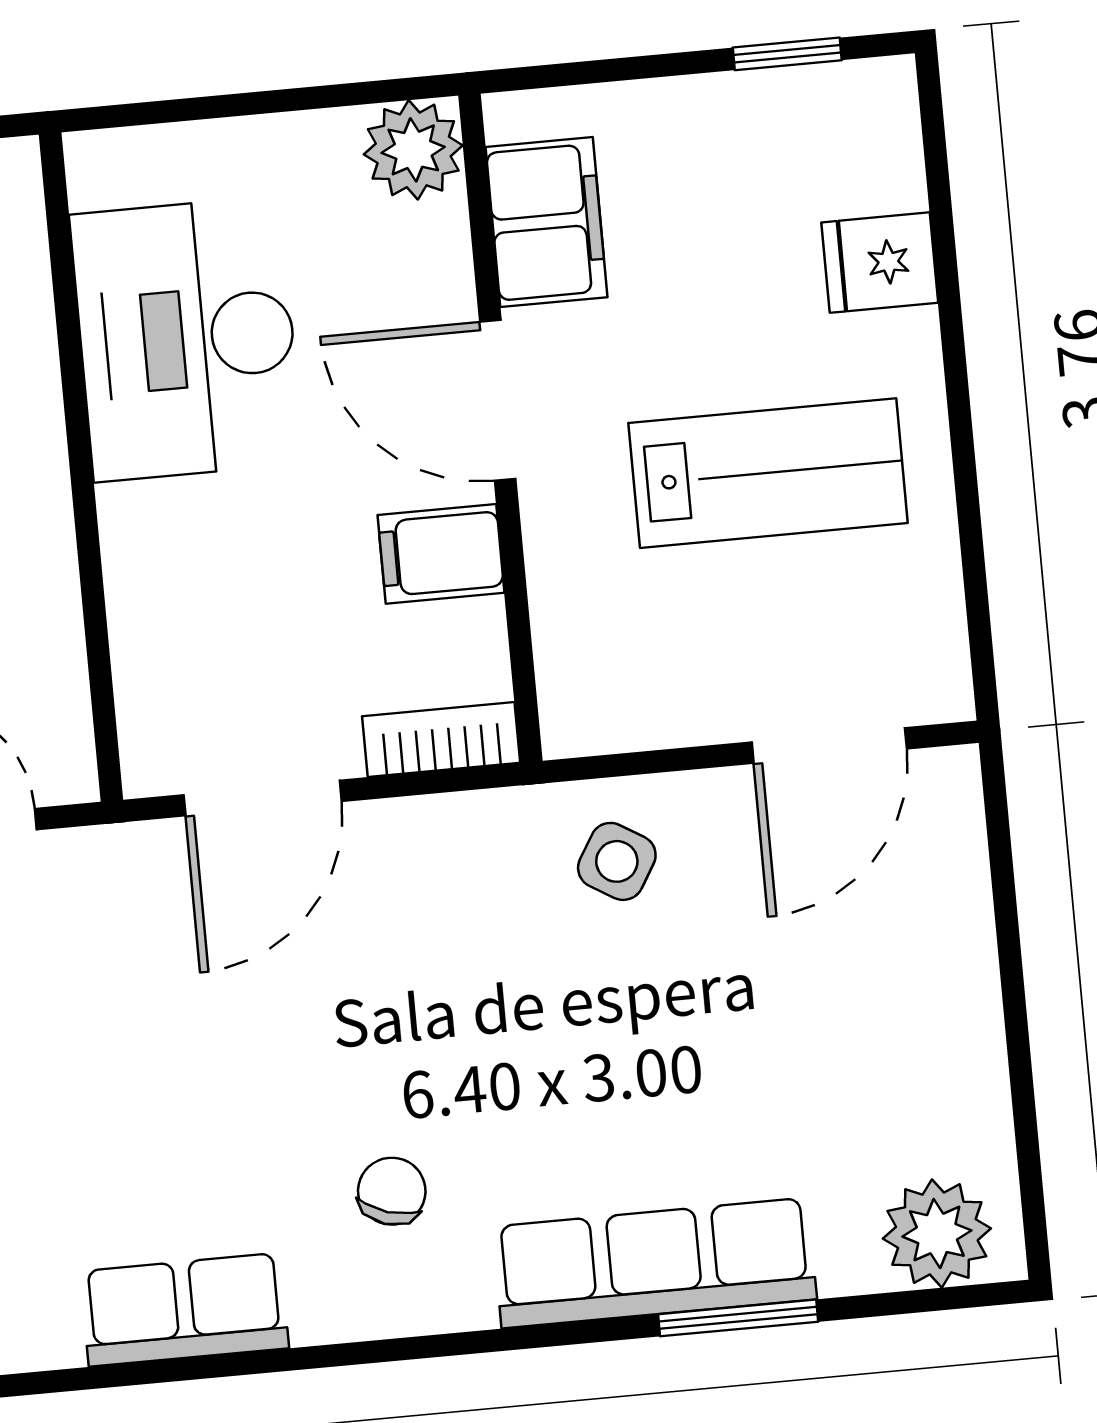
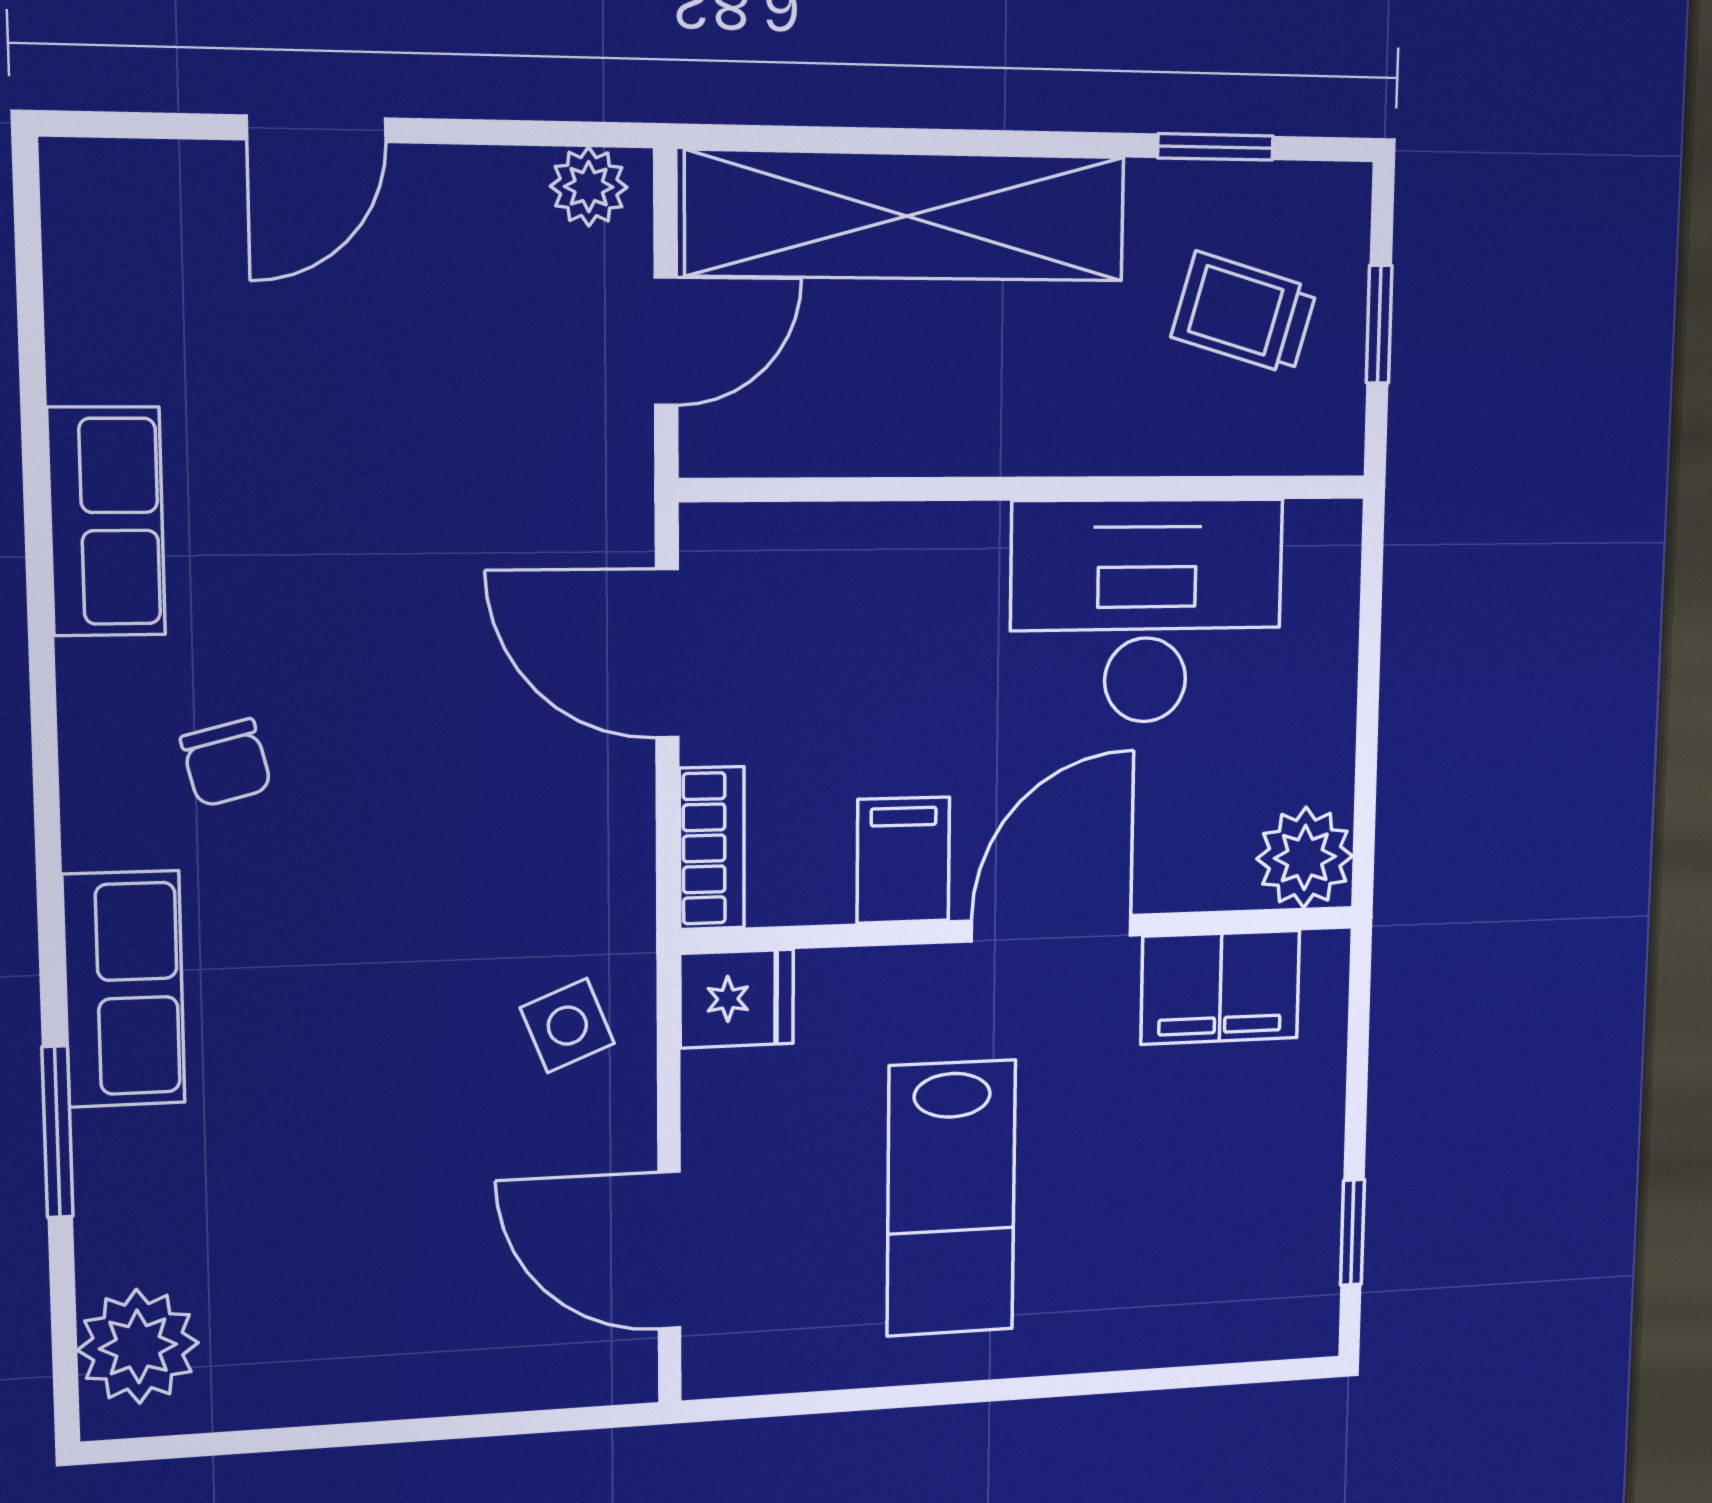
fridge: (880, 263) -> (737, 999), moved, turned 90
side table: (617, 861) -> (567, 1026), turned 37
chair: (392, 1191) -> (226, 763), turned 59
row of seats: (655, 1263) -> (124, 989), width x0.68

